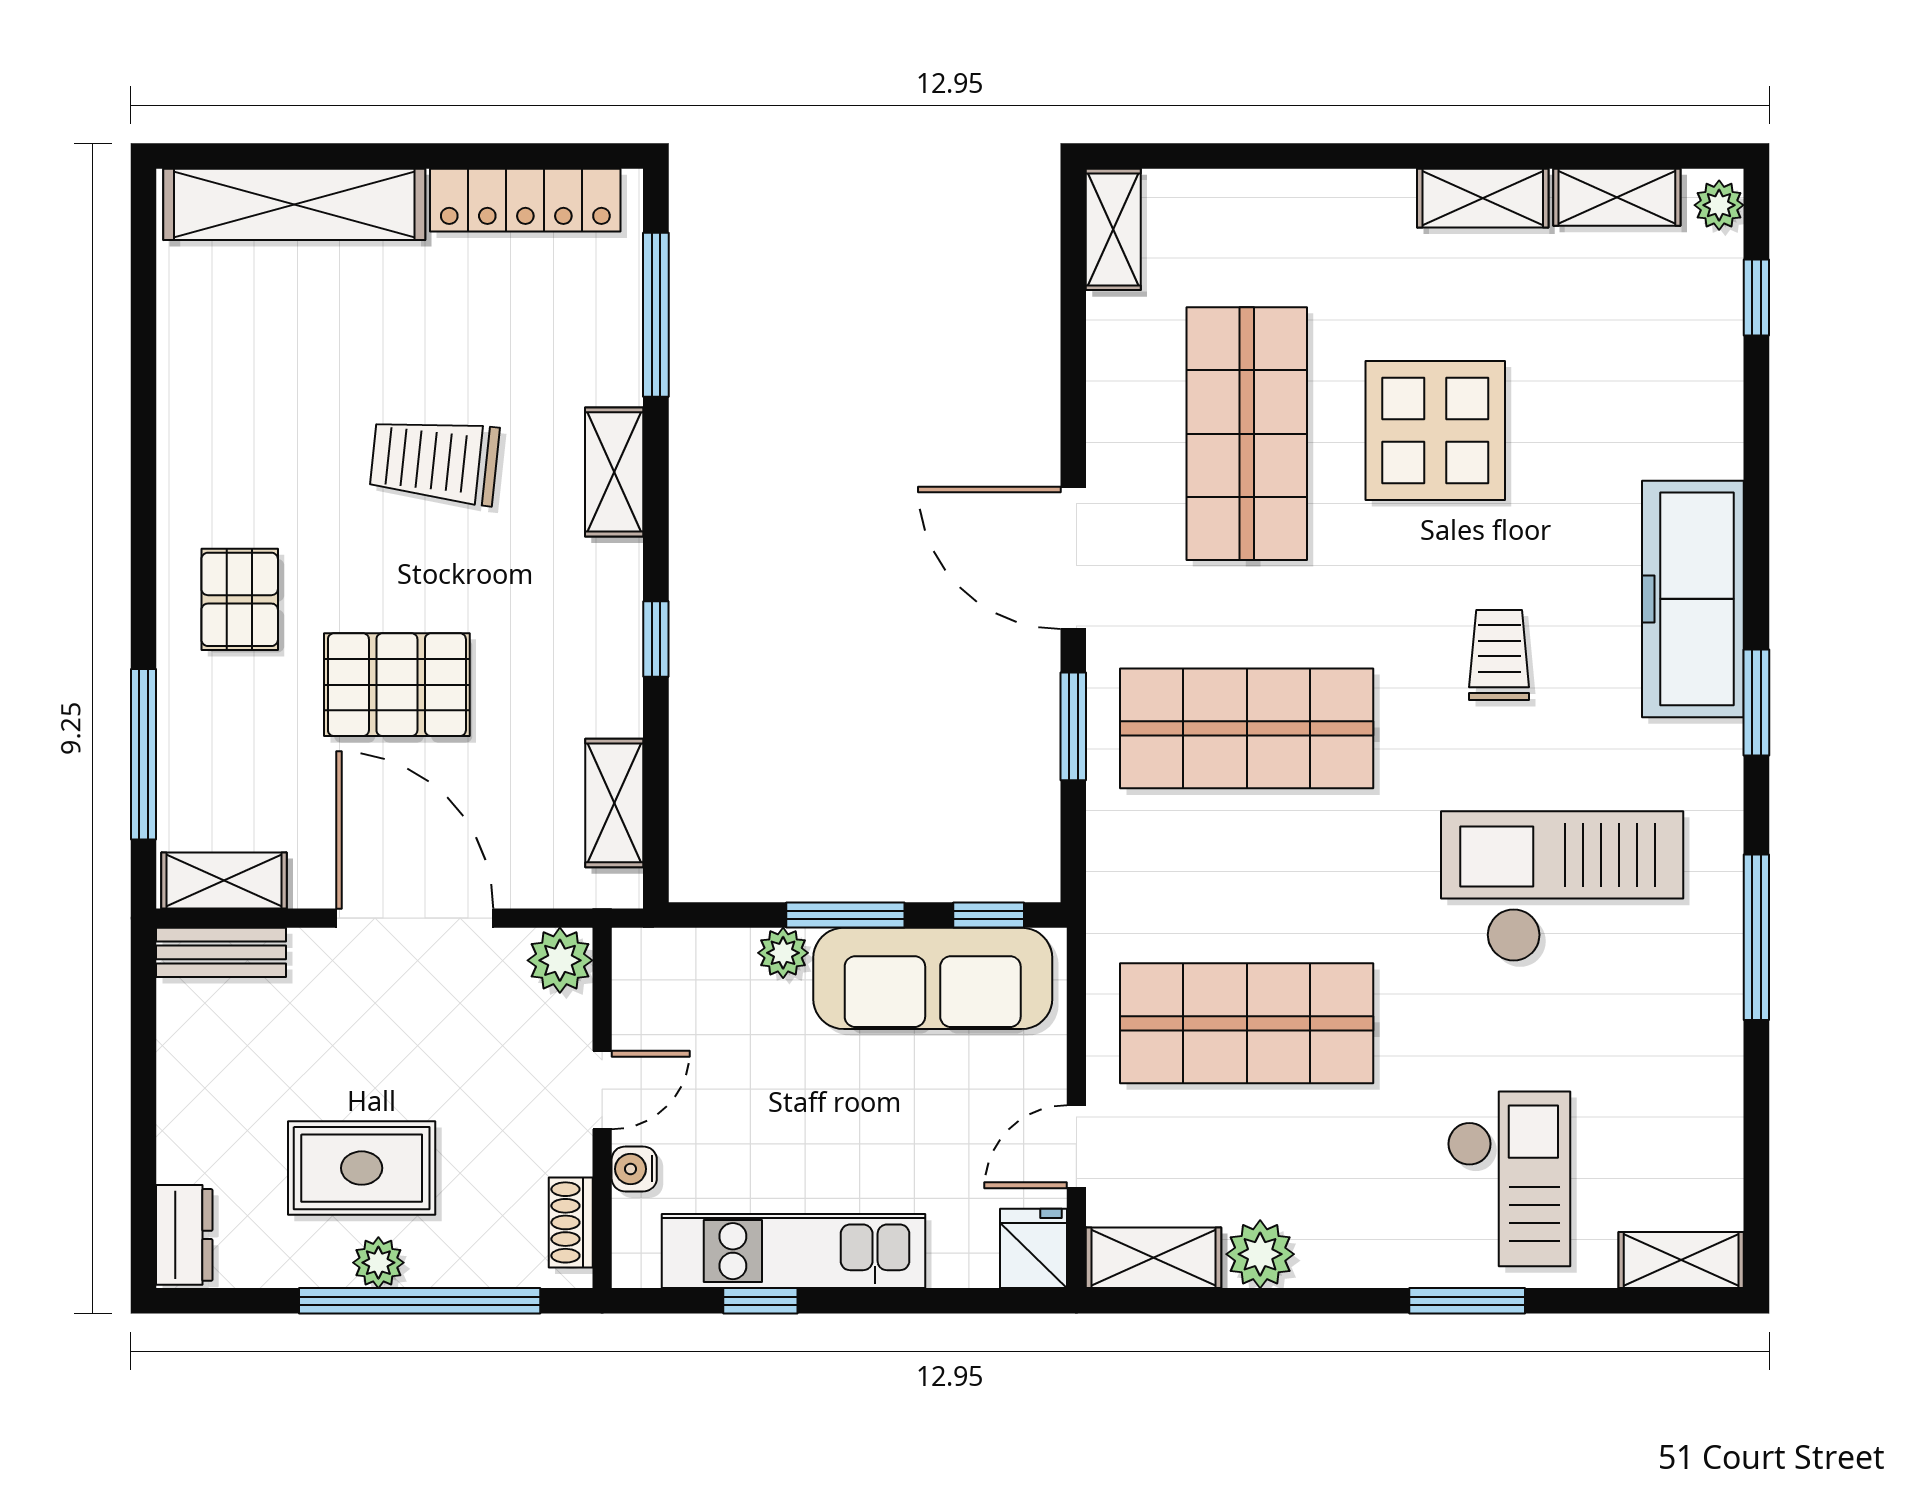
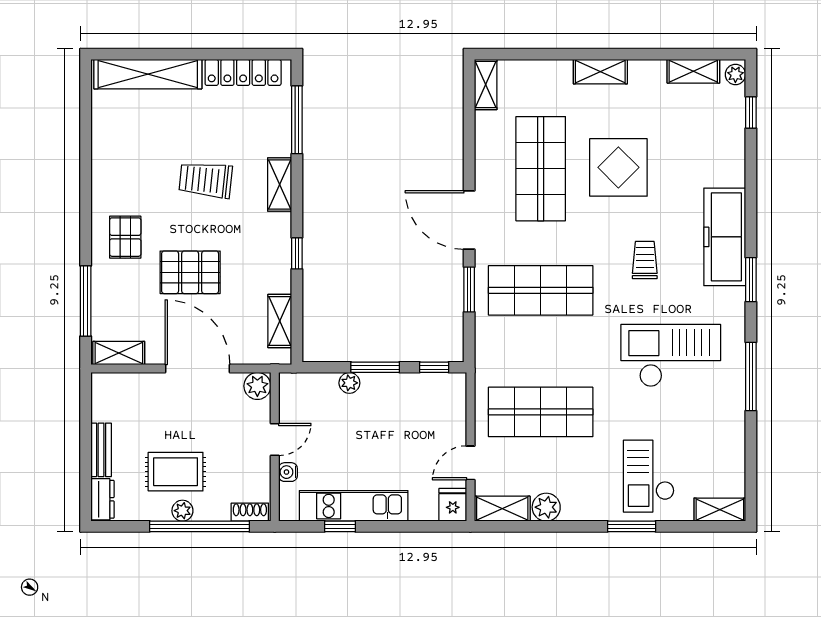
shelving: (1483, 198) -> (600, 72), moved
bench: (221, 952) -> (101, 450), moved, turned 90
sofa: (933, 978) -> (411, 393), removed
checkout: (1509, 1179) -> (649, 476), turned 180
shoe rack: (571, 1222) -> (250, 512), moved, turned 90

